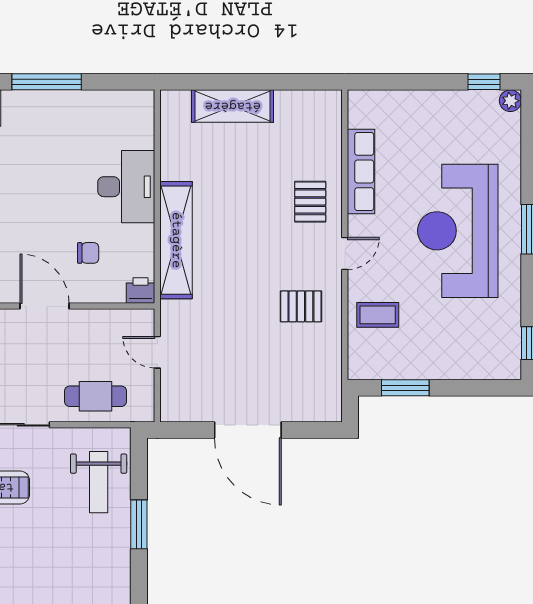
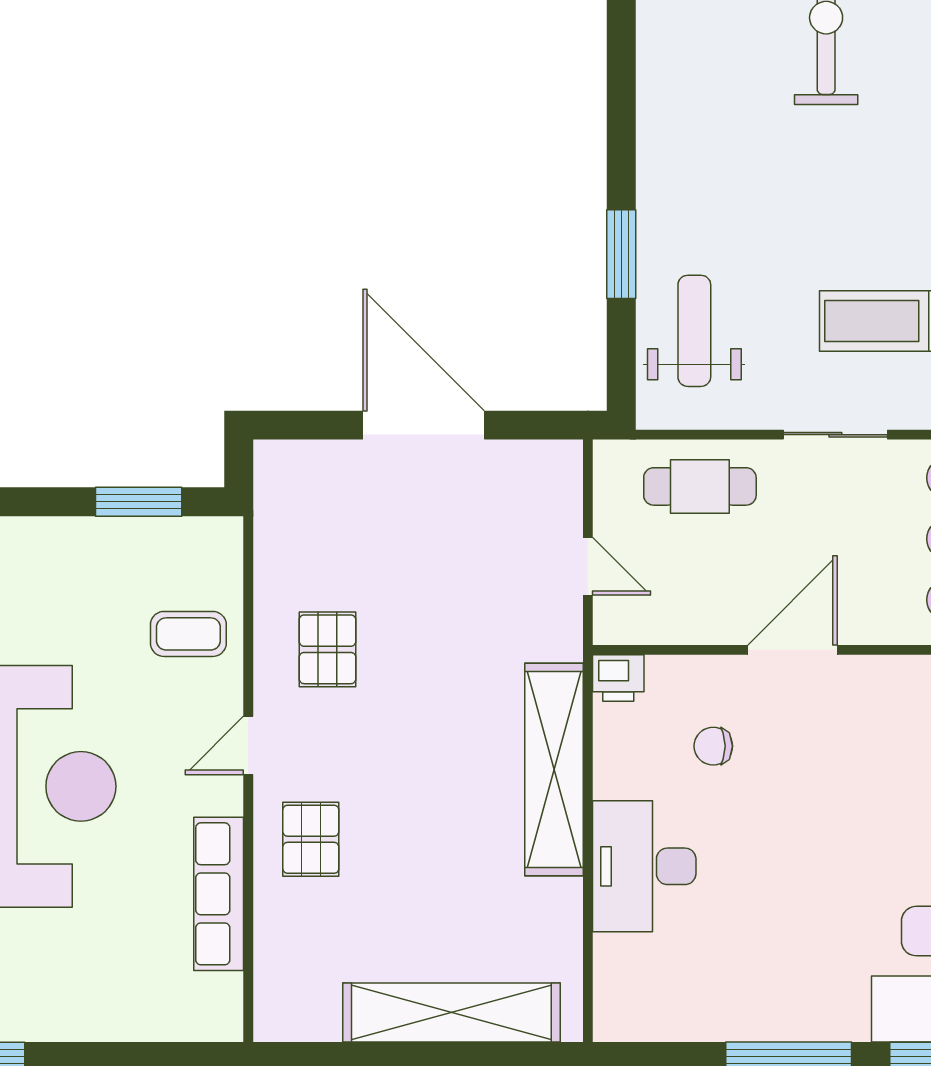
shelving: (233, 106) -> (451, 1012), width x1.47
door: (44, 306) -> (792, 650), swing flipped
pallet: (301, 306) -> (327, 649), turned 90

